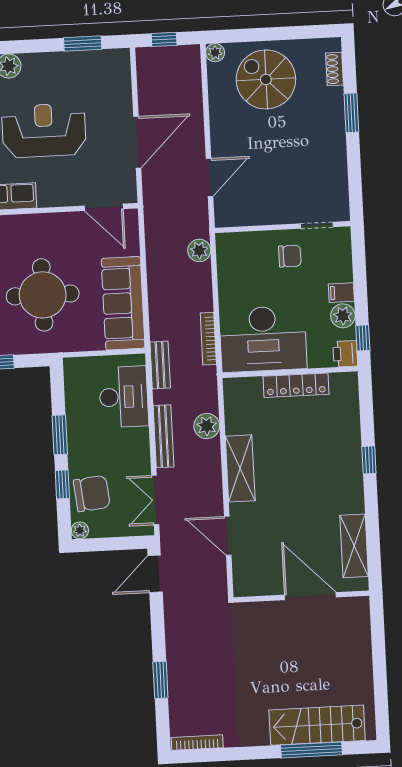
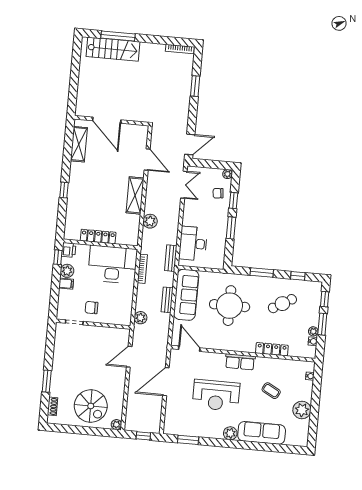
bench: (163, 436) -> (167, 300), moved, width x0.73
chair: (92, 493) -> (218, 193), width x0.54, depth x0.54

